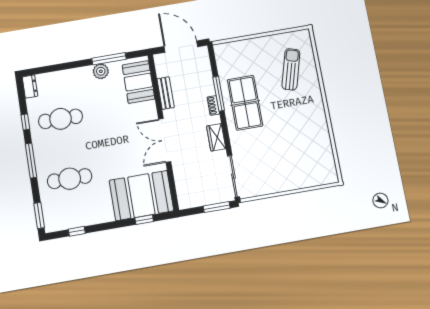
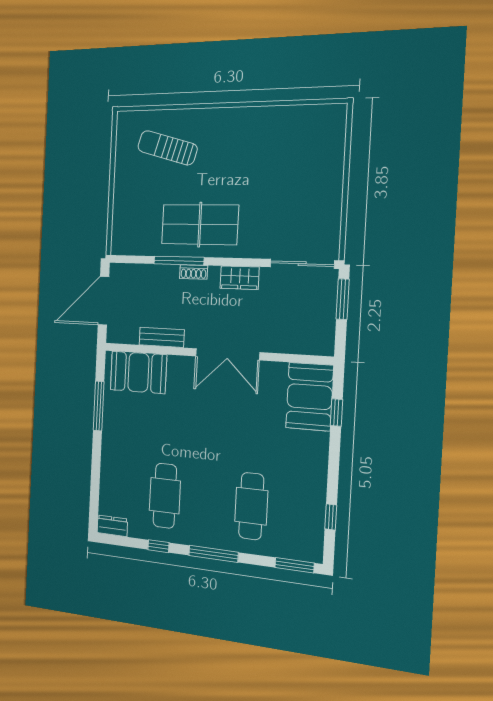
plant: (101, 71) -> (113, 422), removed
booth: (141, 196) -> (310, 397), width x0.73, depth x0.70

